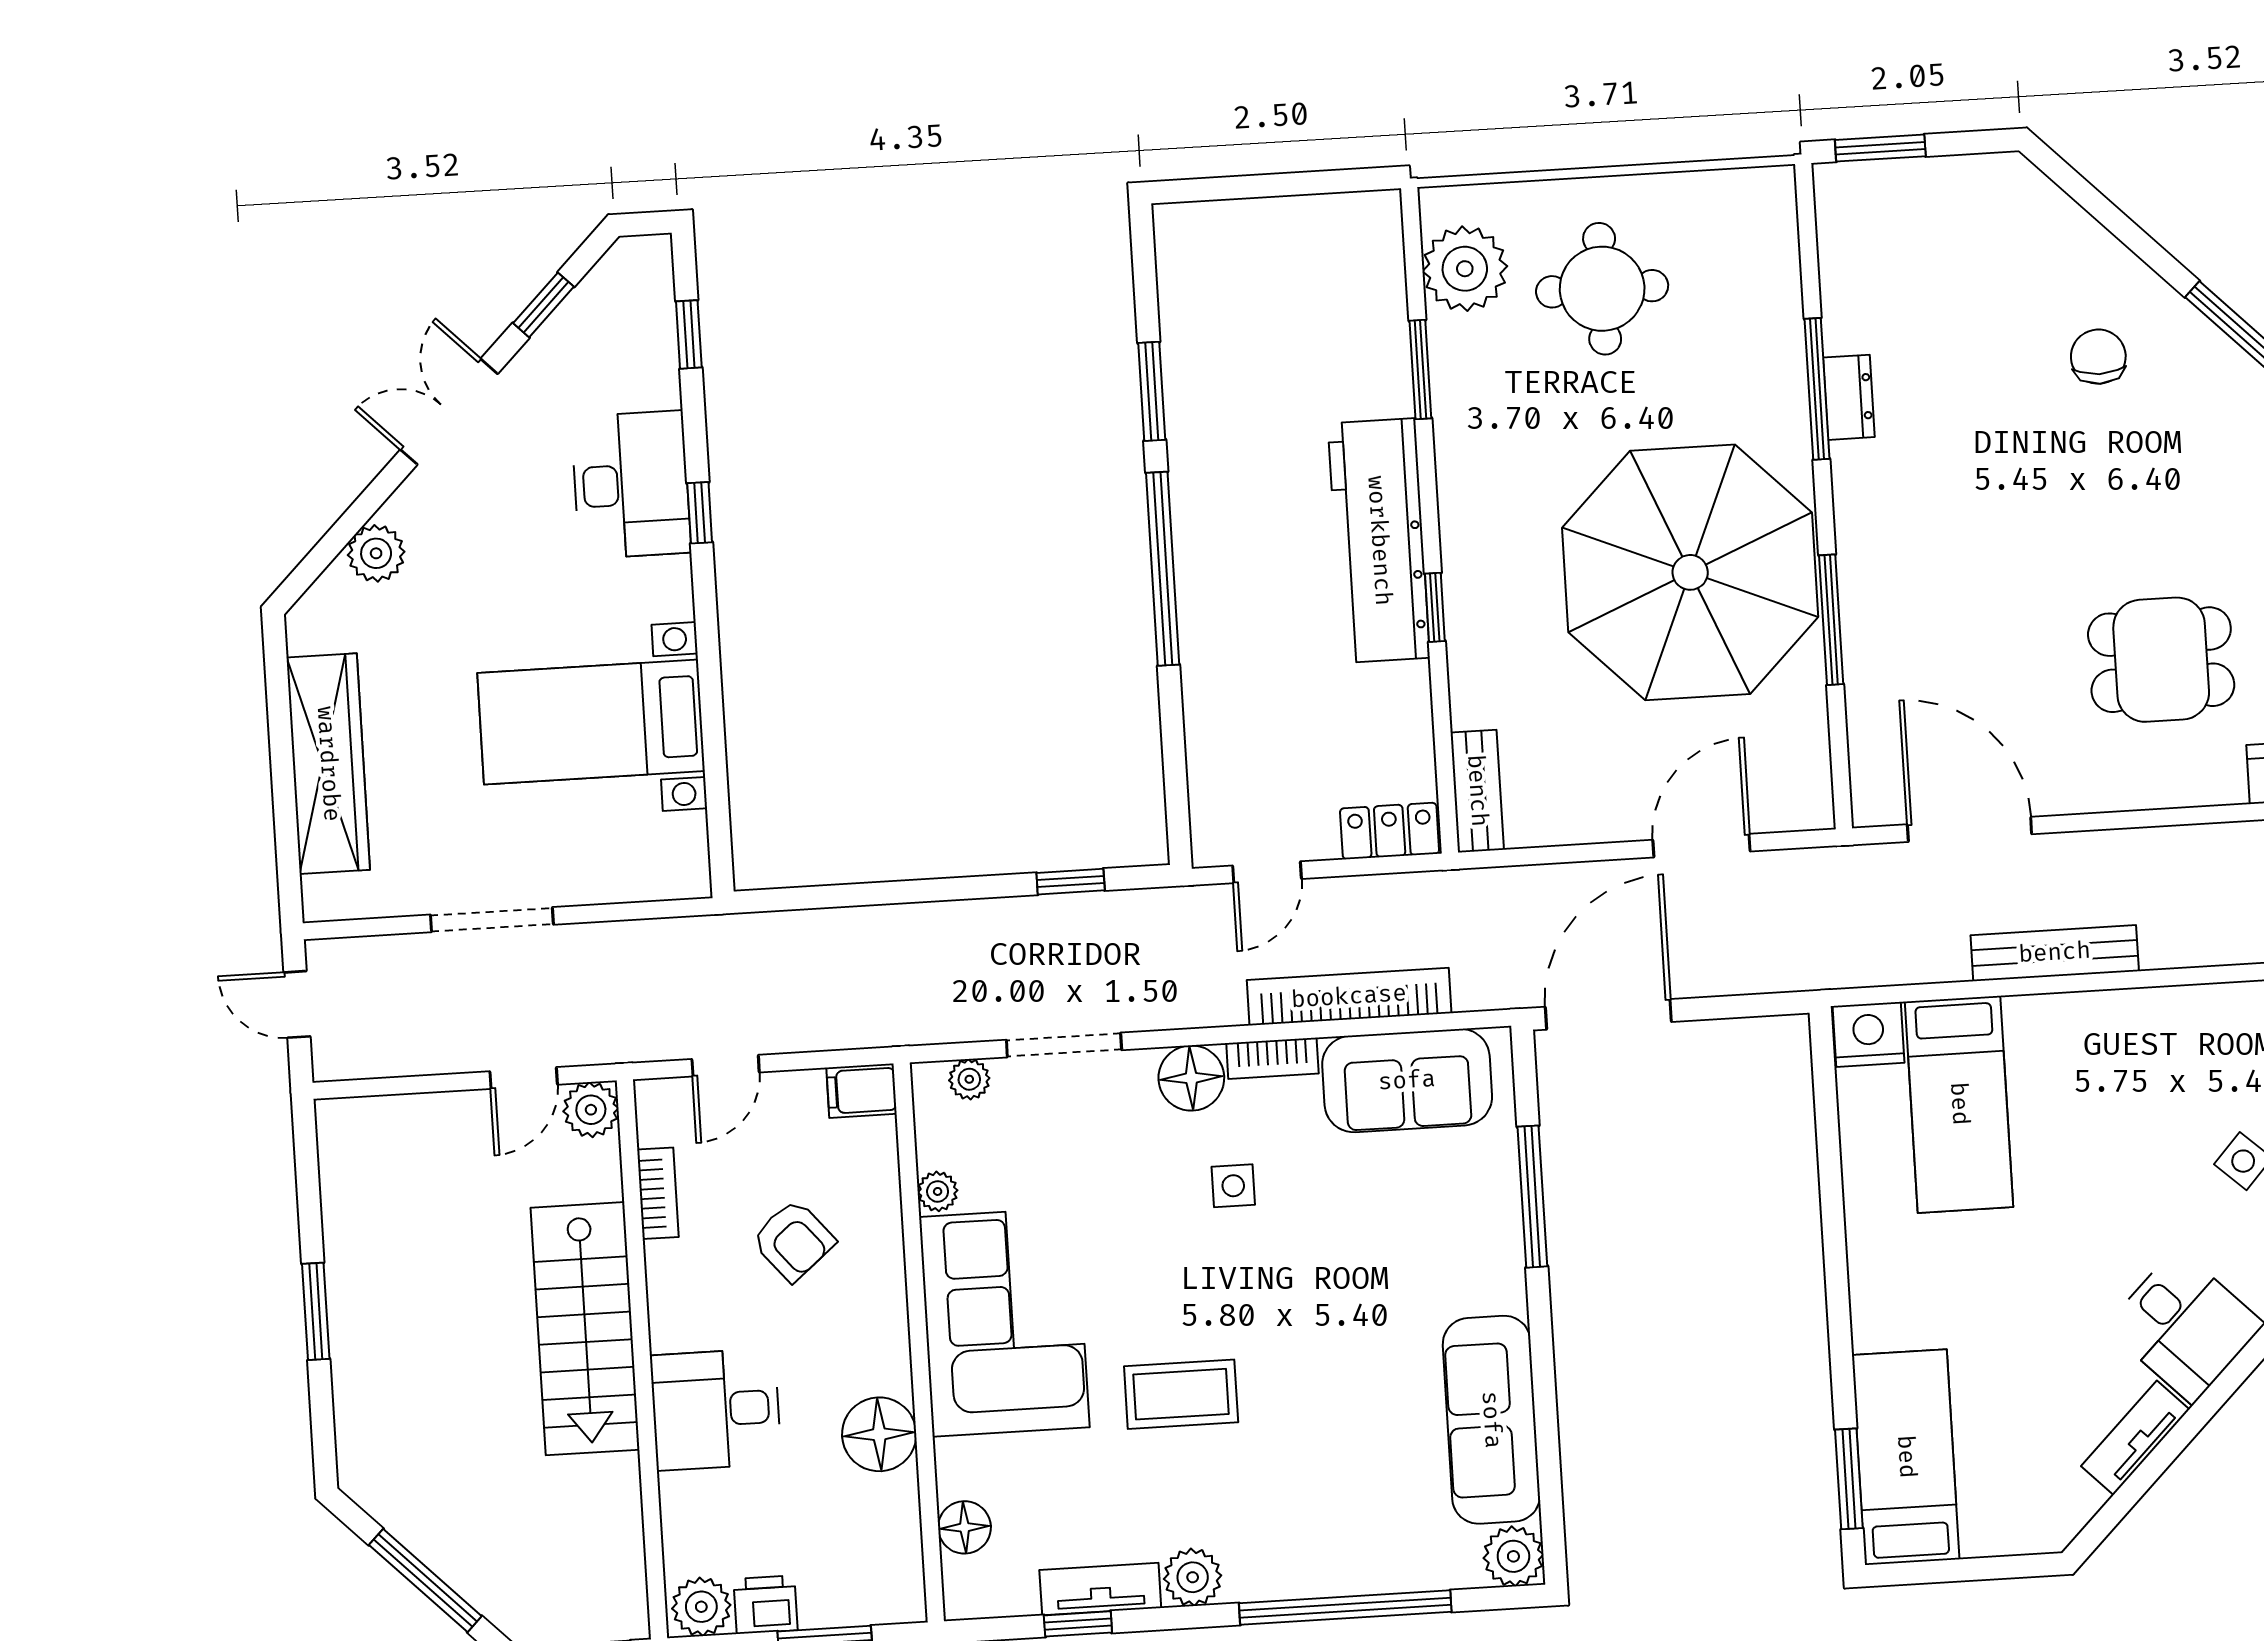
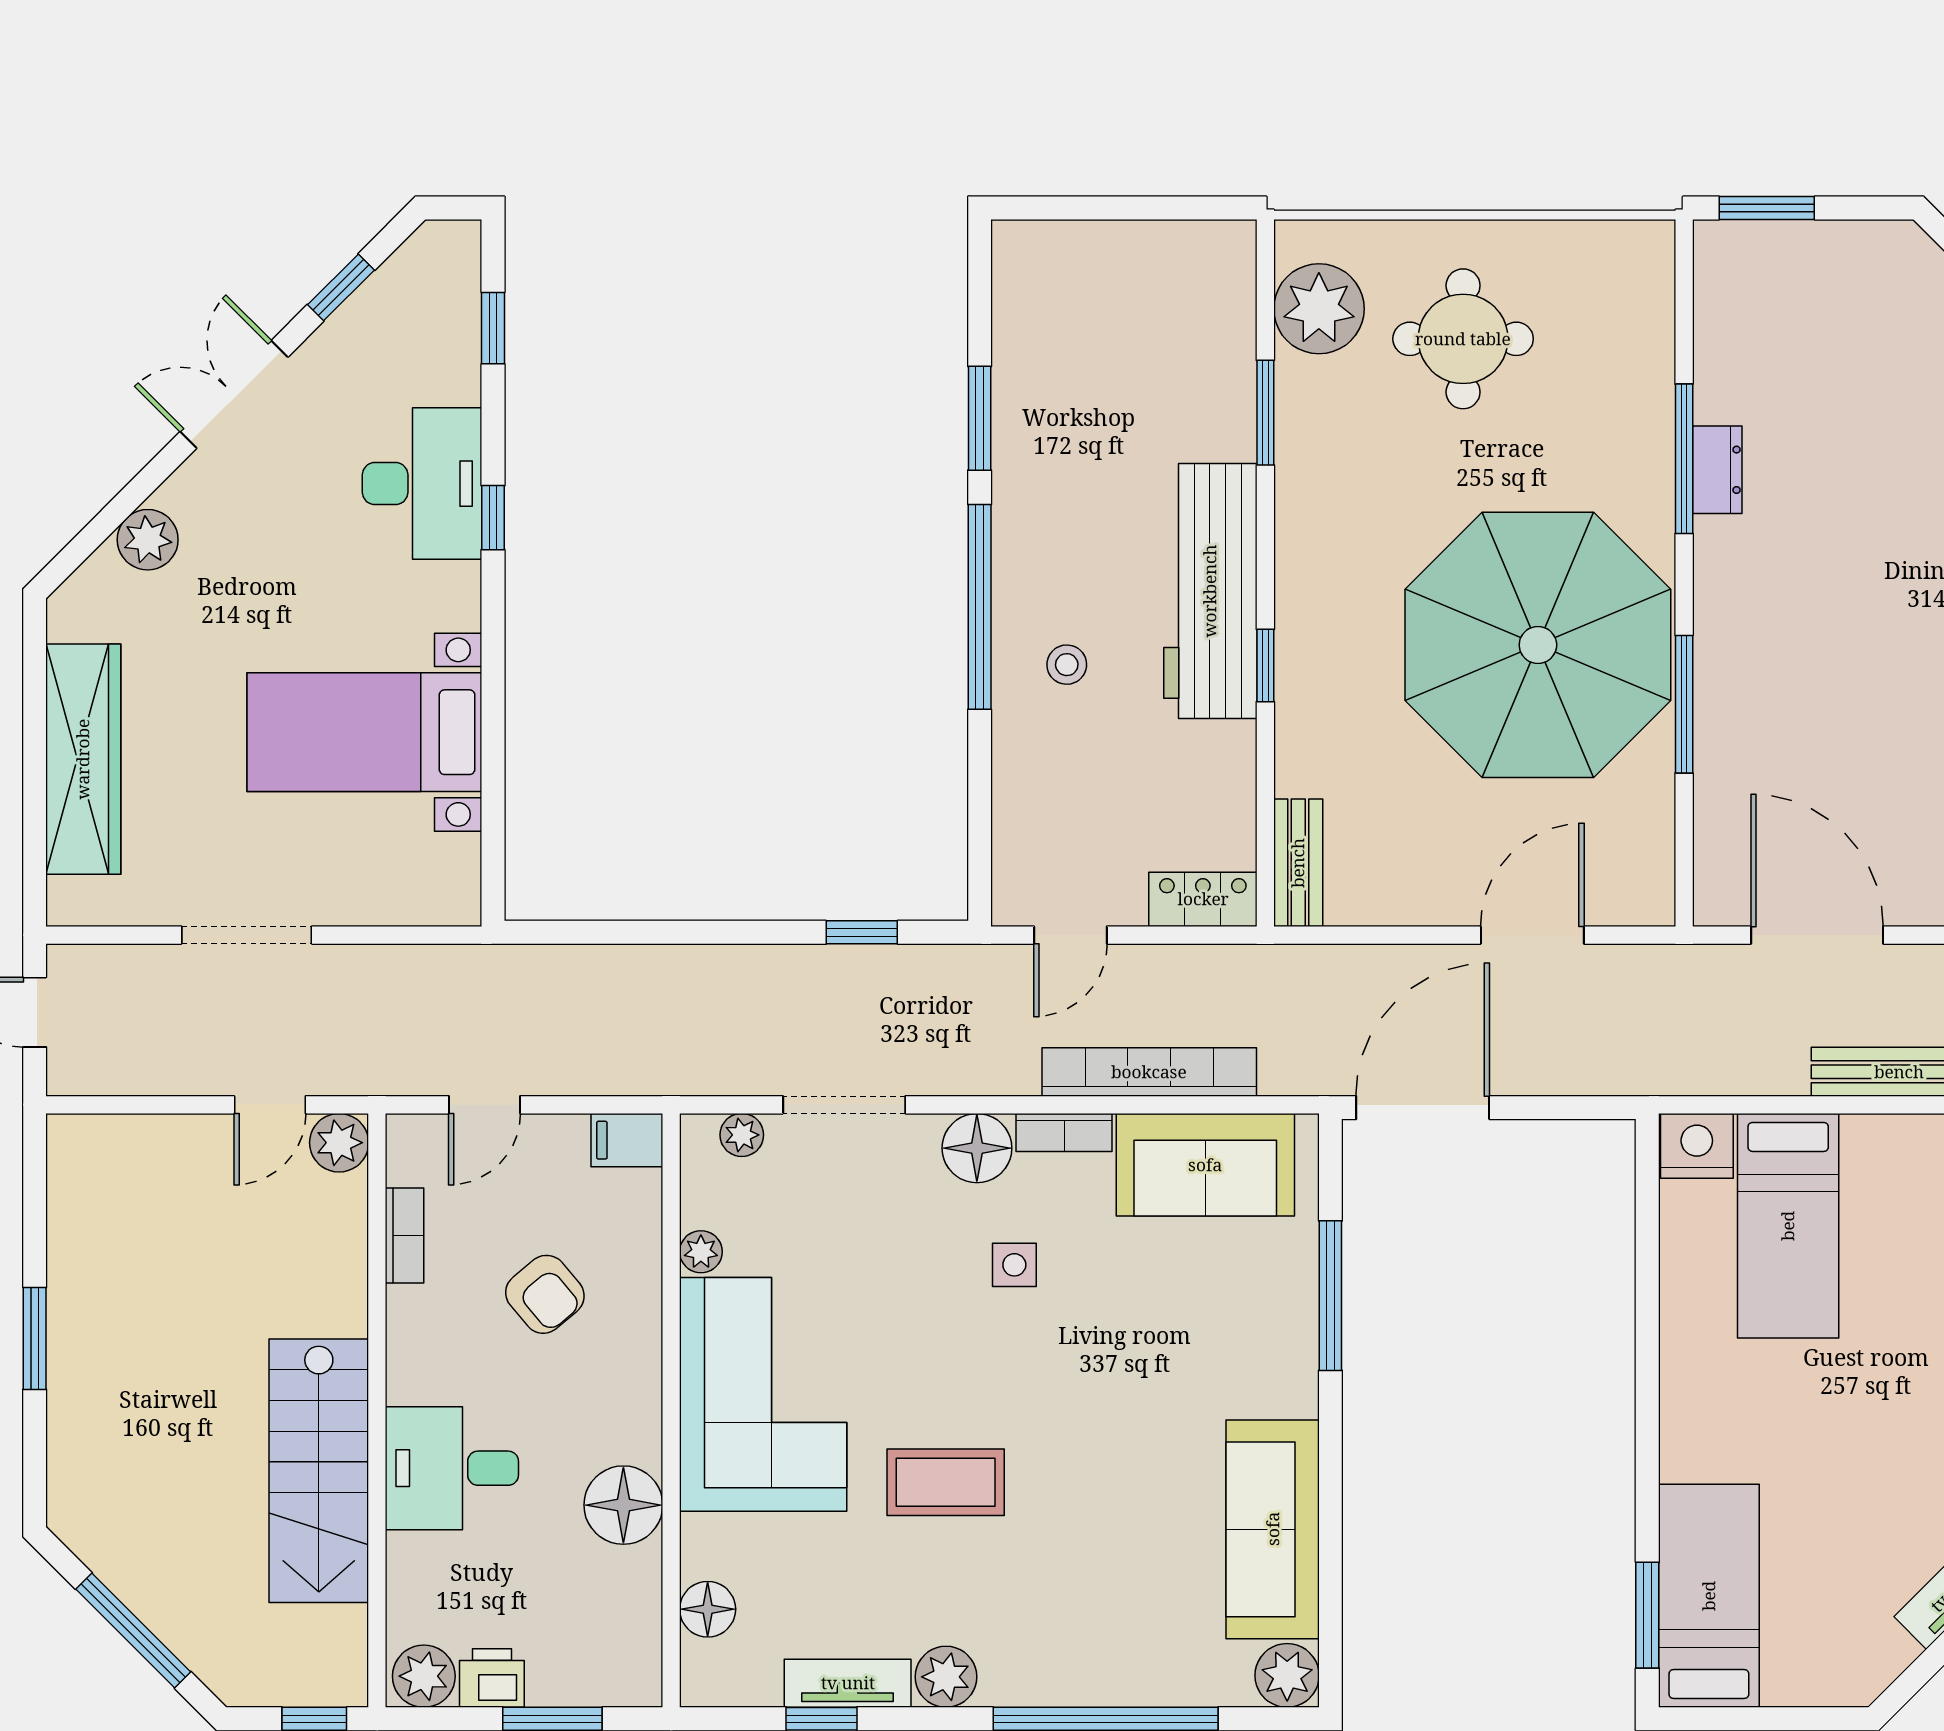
stool: (1248, 618) -> (1067, 665), added
stairs: (585, 1329) -> (319, 1471), moved

